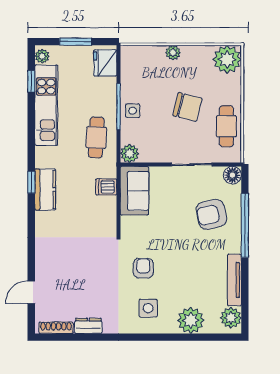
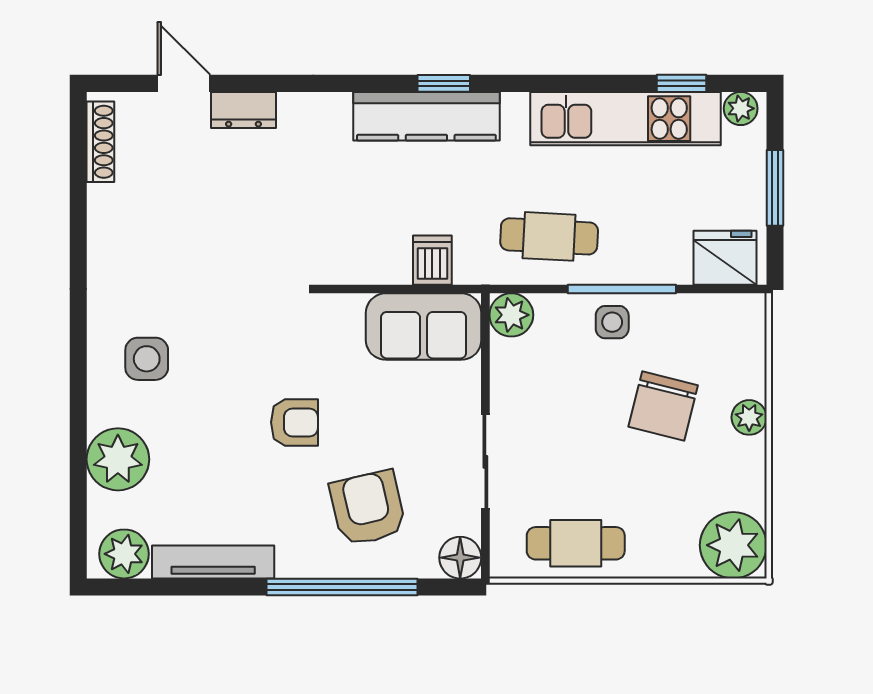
chair: (187, 107) -> (663, 406), moved
kitchen counter: (45, 190) -> (426, 116), width x1.50
armchair: (143, 268) -> (294, 422), moved
dresser: (88, 326) -> (243, 110), moved, turned 90

